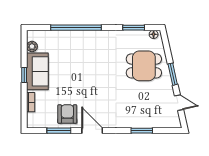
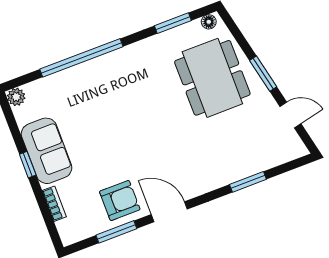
plant: (32, 46) -> (16, 97), moved
dining table: (144, 66) -> (212, 78), width x1.38
armchair: (67, 114) -> (120, 200), turned 90

